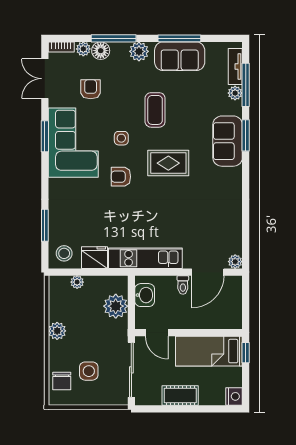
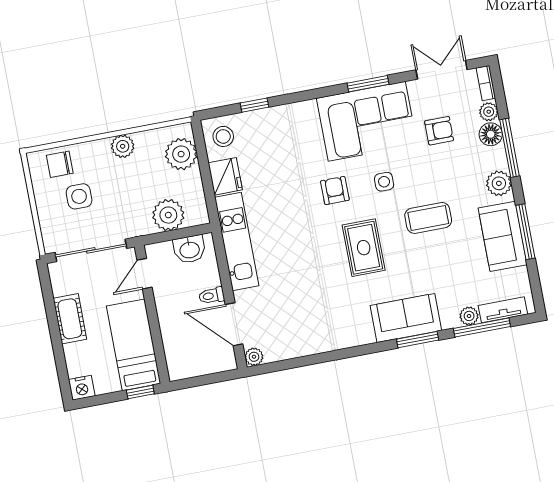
window: (45, 225) -> (255, 105), width x0.67
plant: (77, 282) -> (181, 154), width x1.87, depth x1.87

